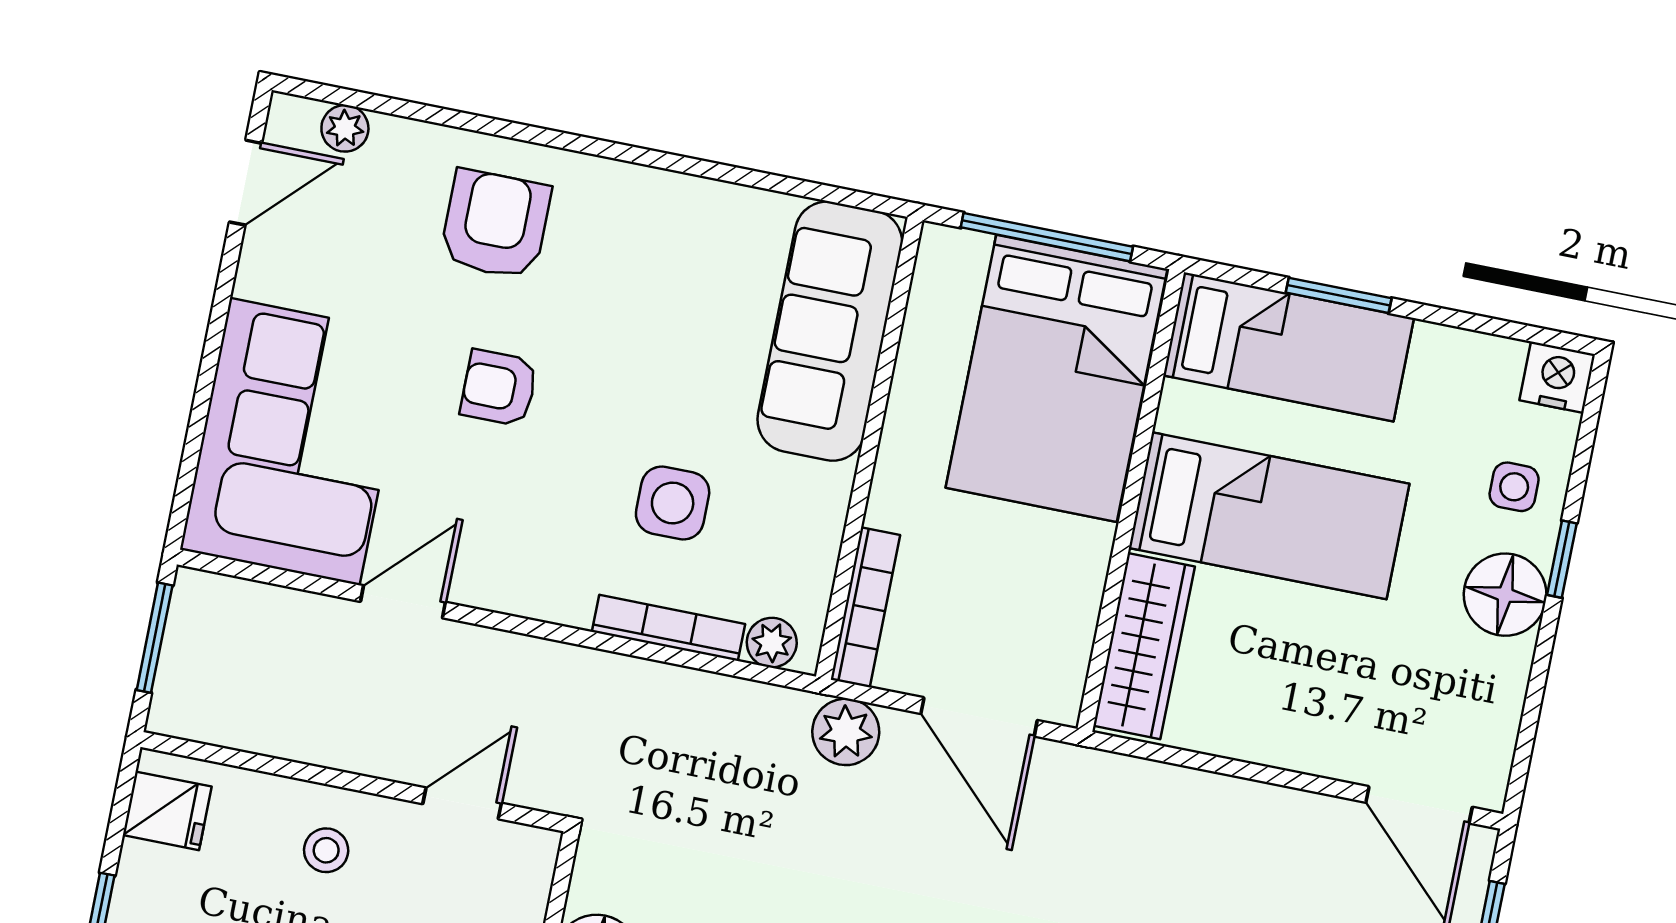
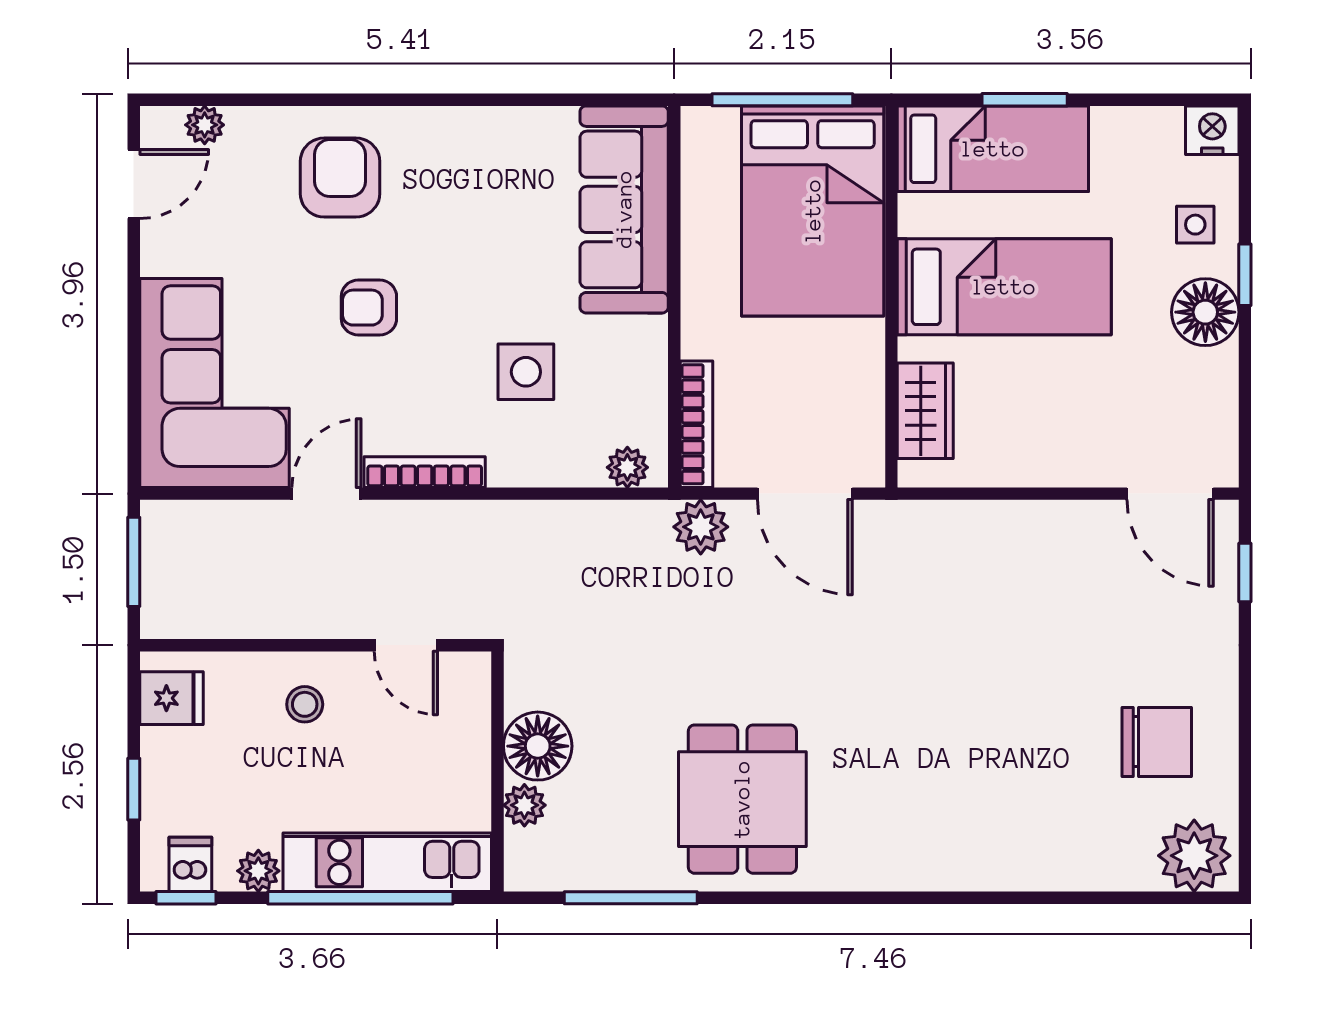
bookcase: (668, 628) -> (425, 472), moved
wardrobe: (1144, 646) -> (925, 411), width x0.67
door: (462, 803) -> (406, 645), swing flipped

